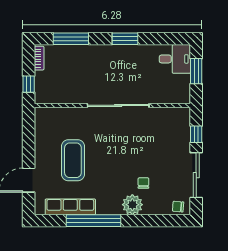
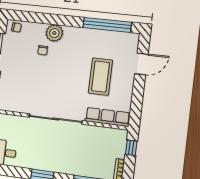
row of seats: (70, 207) -> (107, 117), moved, turned 180
window: (94, 221) -> (107, 25), moved

